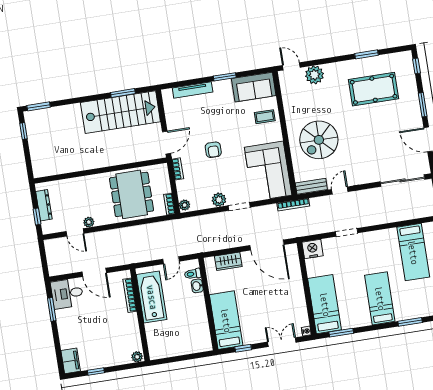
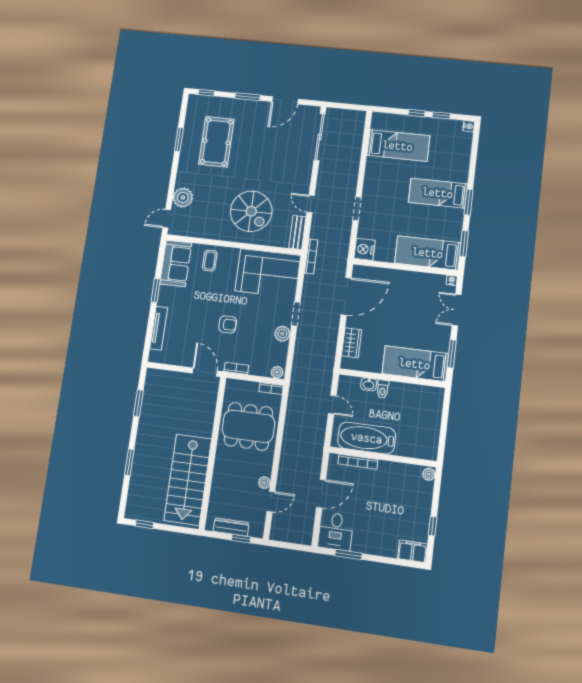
window: (39, 106) -> (129, 462), moved
stairs: (120, 112) -> (188, 480), moved, turned 180
toilet: (193, 274) -> (383, 389), moved
window: (410, 322) -> (469, 202), moved
window: (243, 348) -> (452, 354), width x1.50

